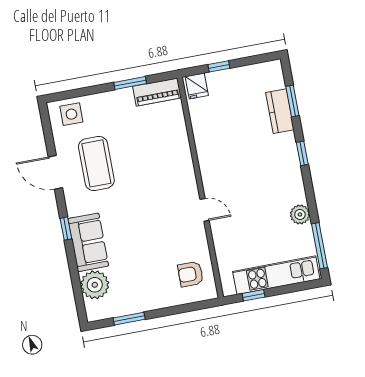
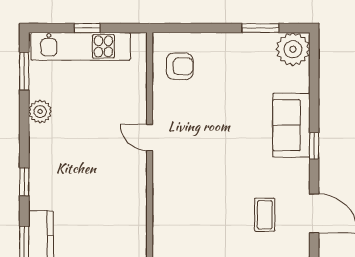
coffee table: (96, 163) -> (265, 215), width x0.54, depth x0.58
window: (320, 246) -> (24, 71), width x0.69
plant: (95, 285) -> (293, 49), moved
window: (254, 295) -> (87, 28), moved

